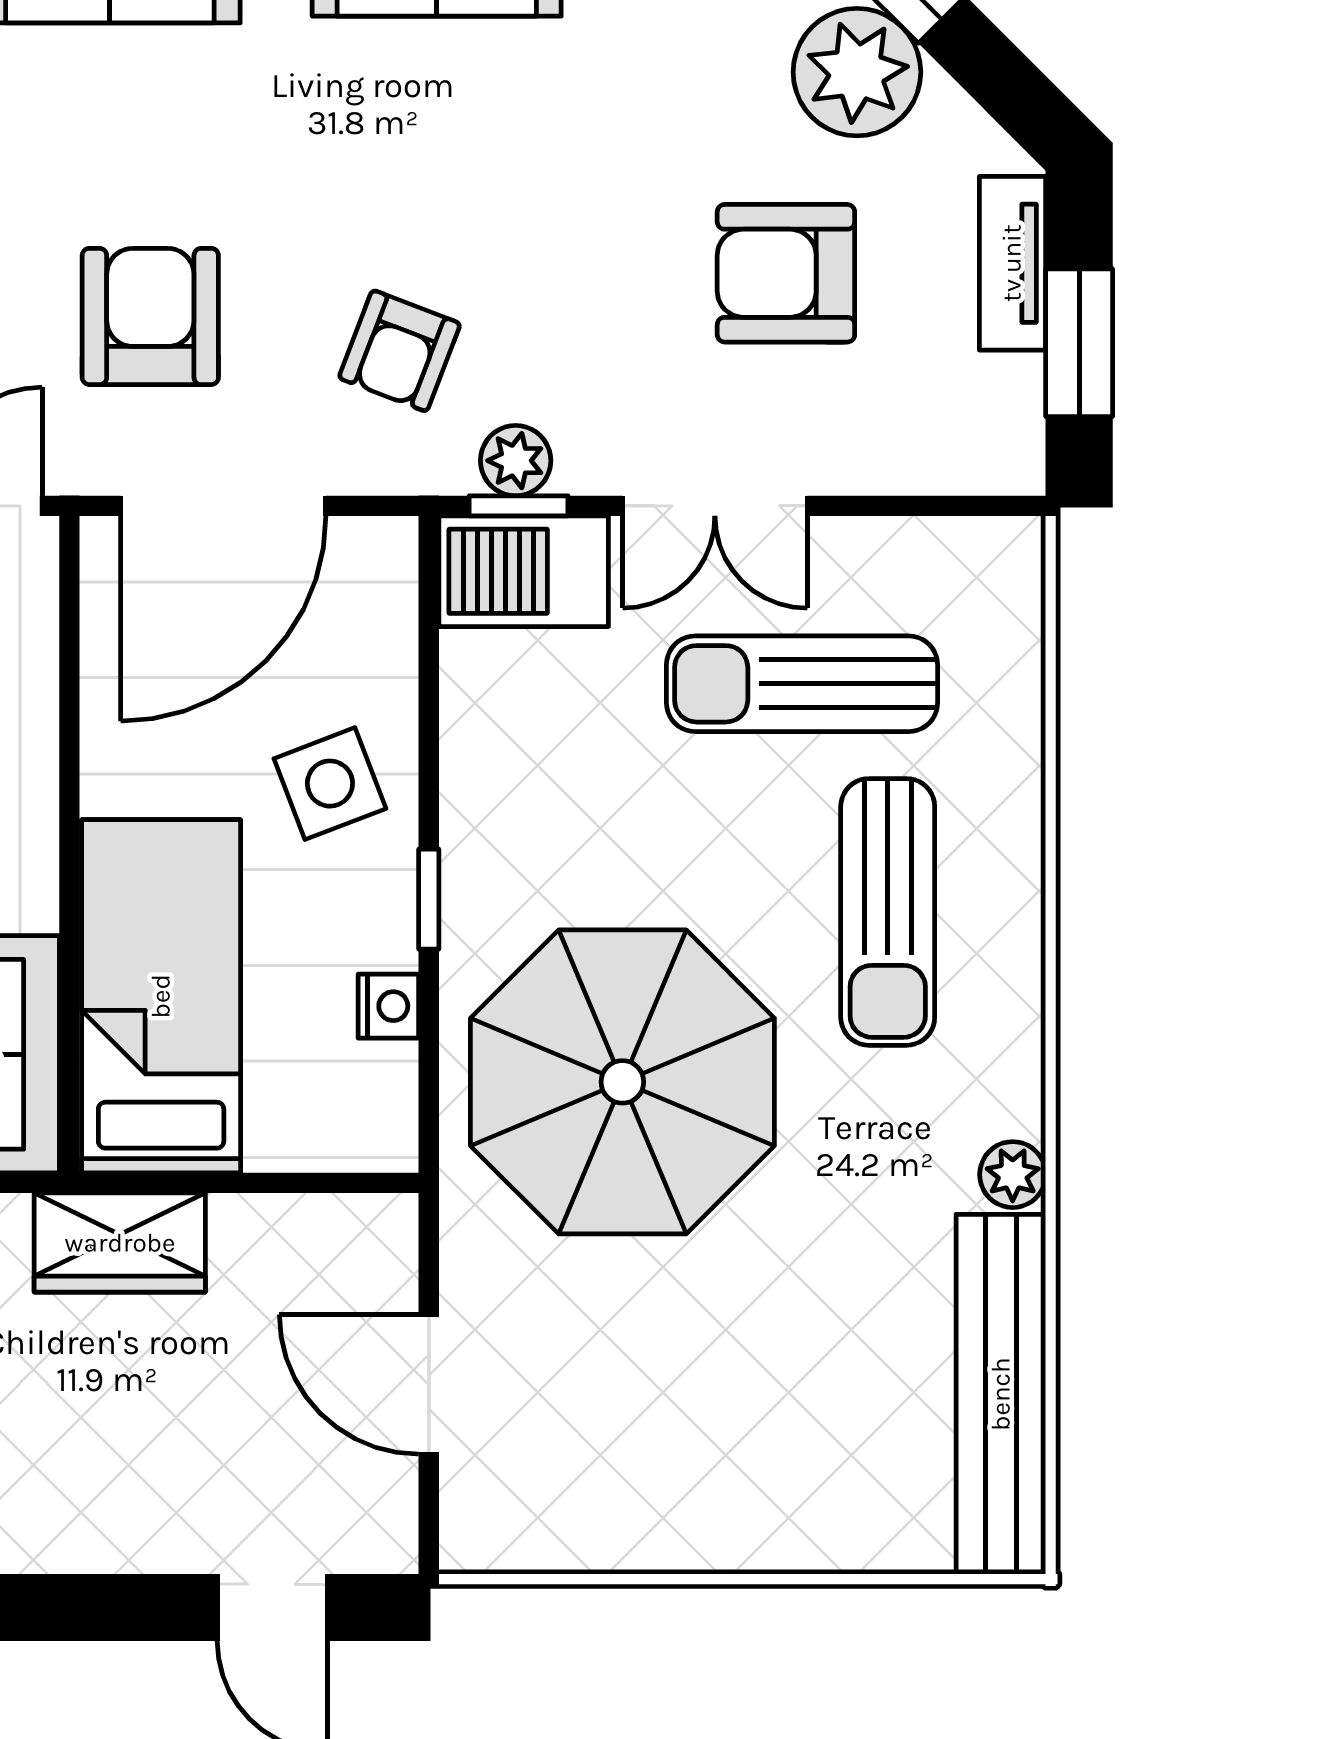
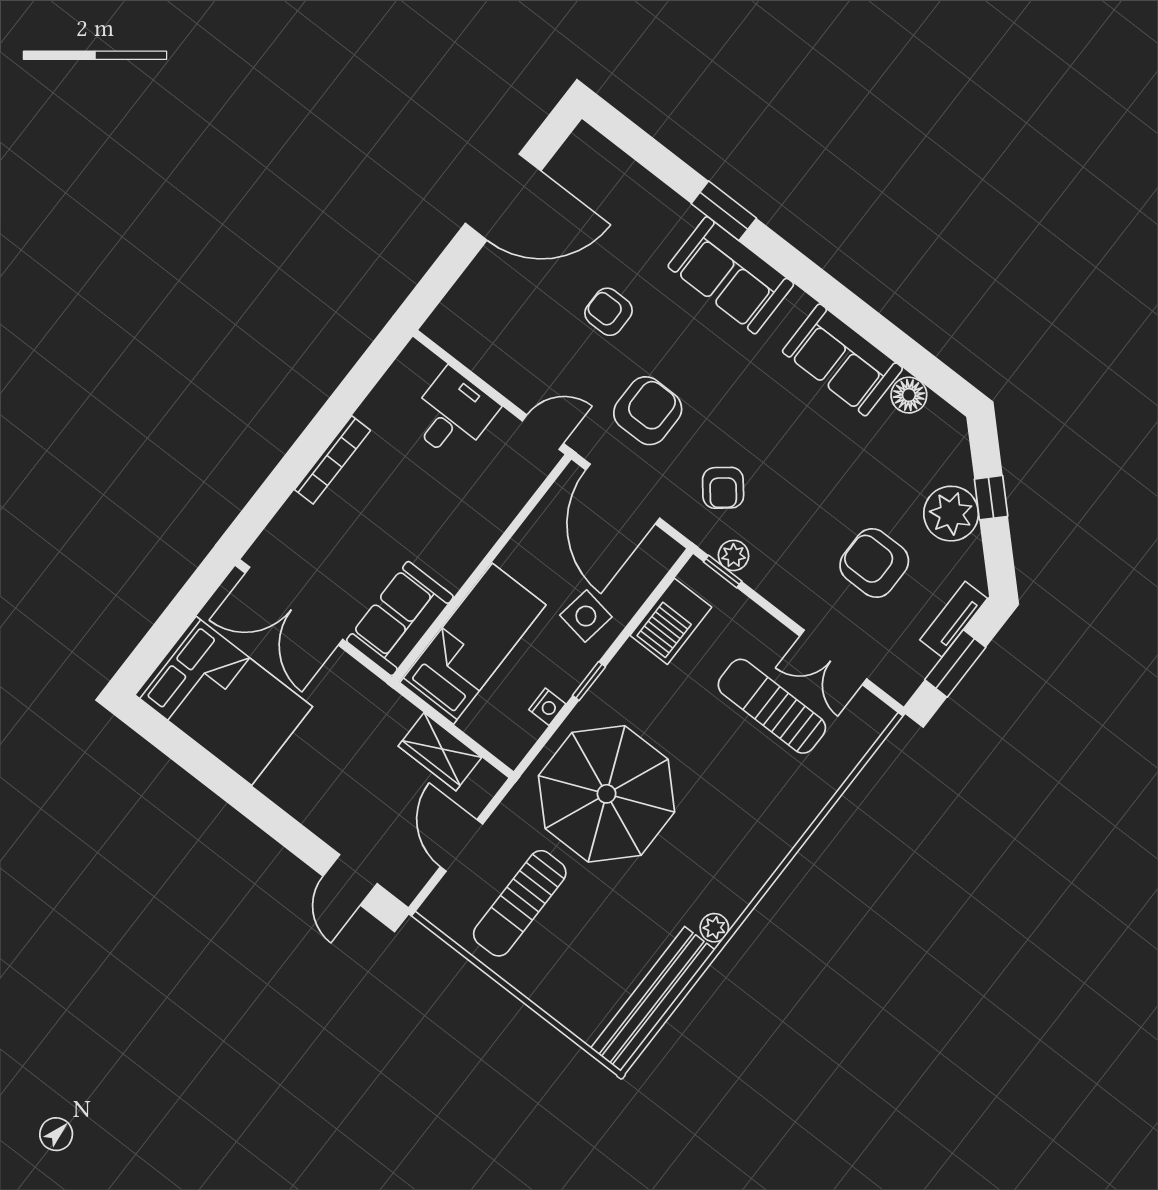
armchair: (400, 351) -> (723, 488), turned -60
door: (223, 506) -> (623, 494), hinge flipped
double door: (715, 506) -> (833, 657), moved
barbecue: (524, 571) -> (671, 621), moved, turned -90
side table: (330, 784) -> (586, 616), turned 30
sun lounger: (888, 912) -> (520, 903), moved
wardrobe: (120, 1243) -> (440, 752), moved

